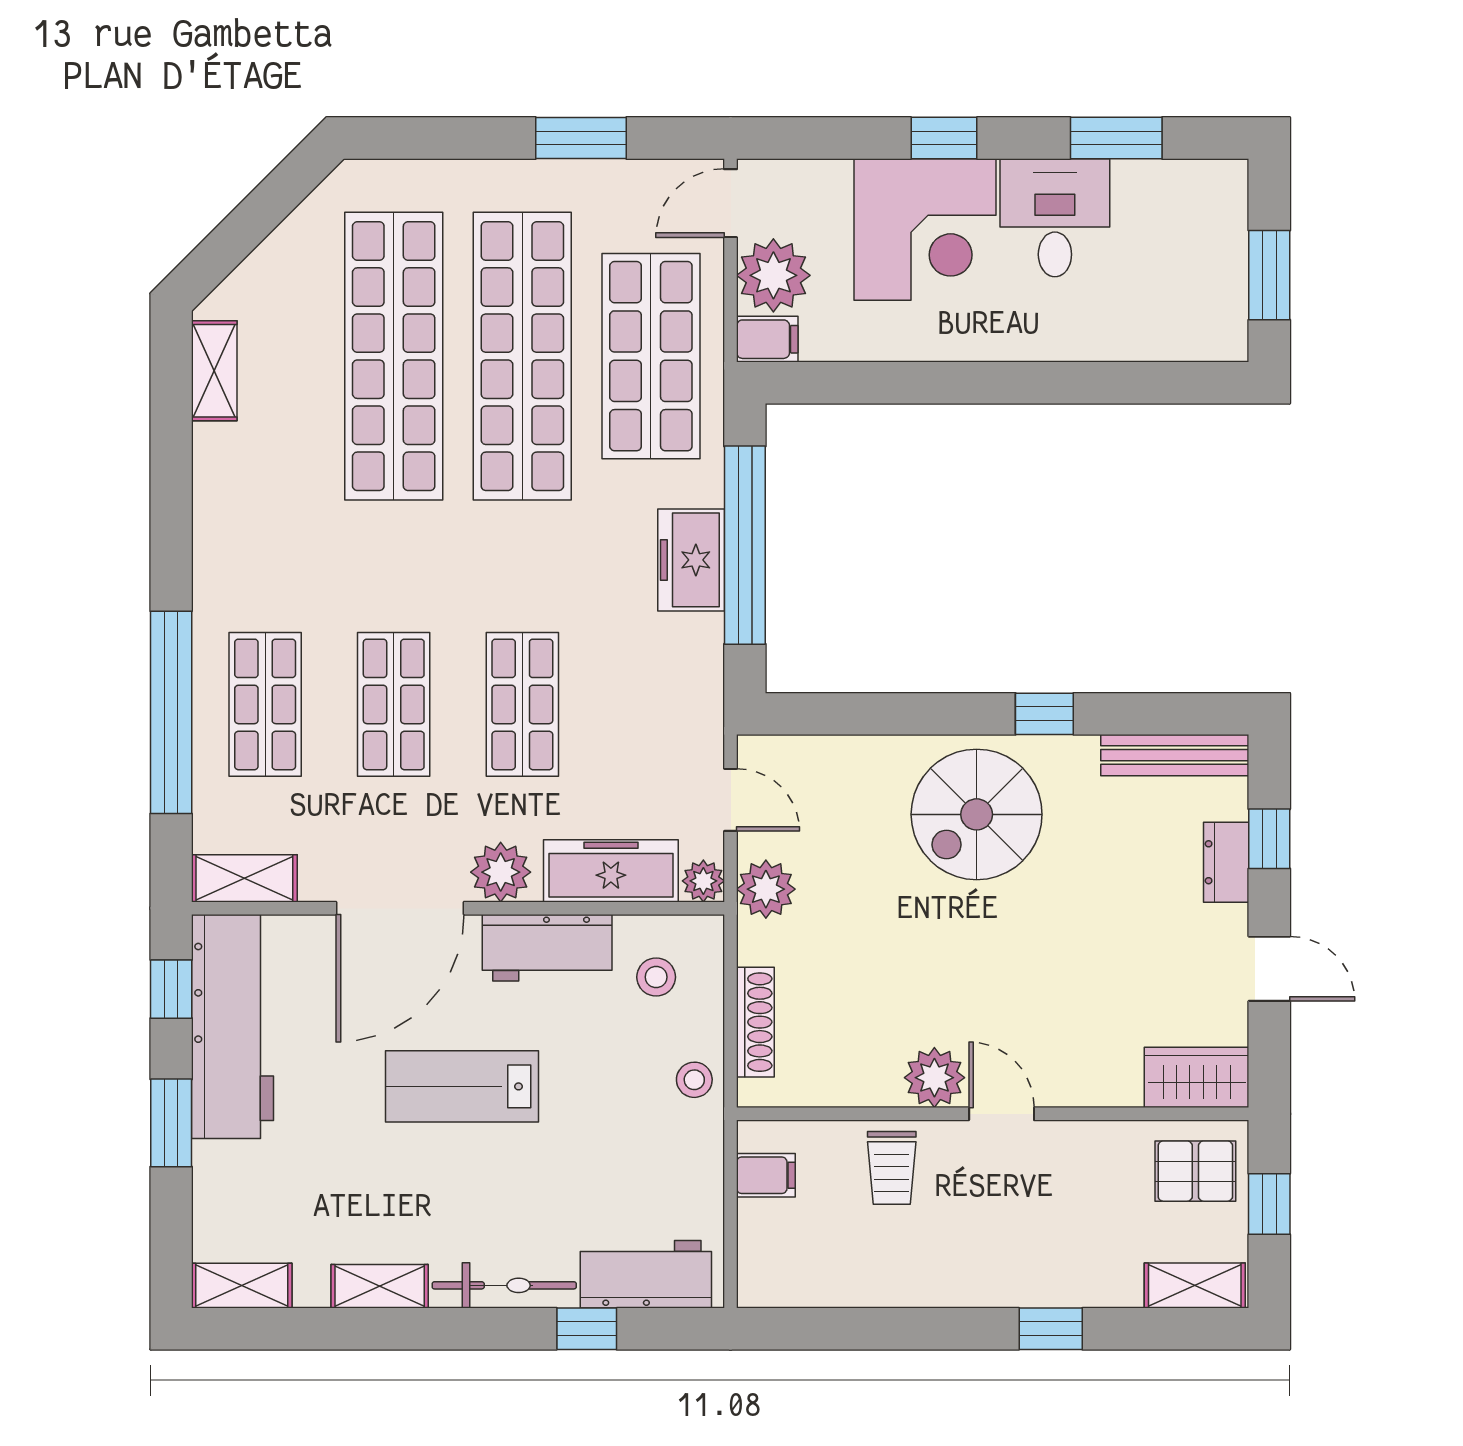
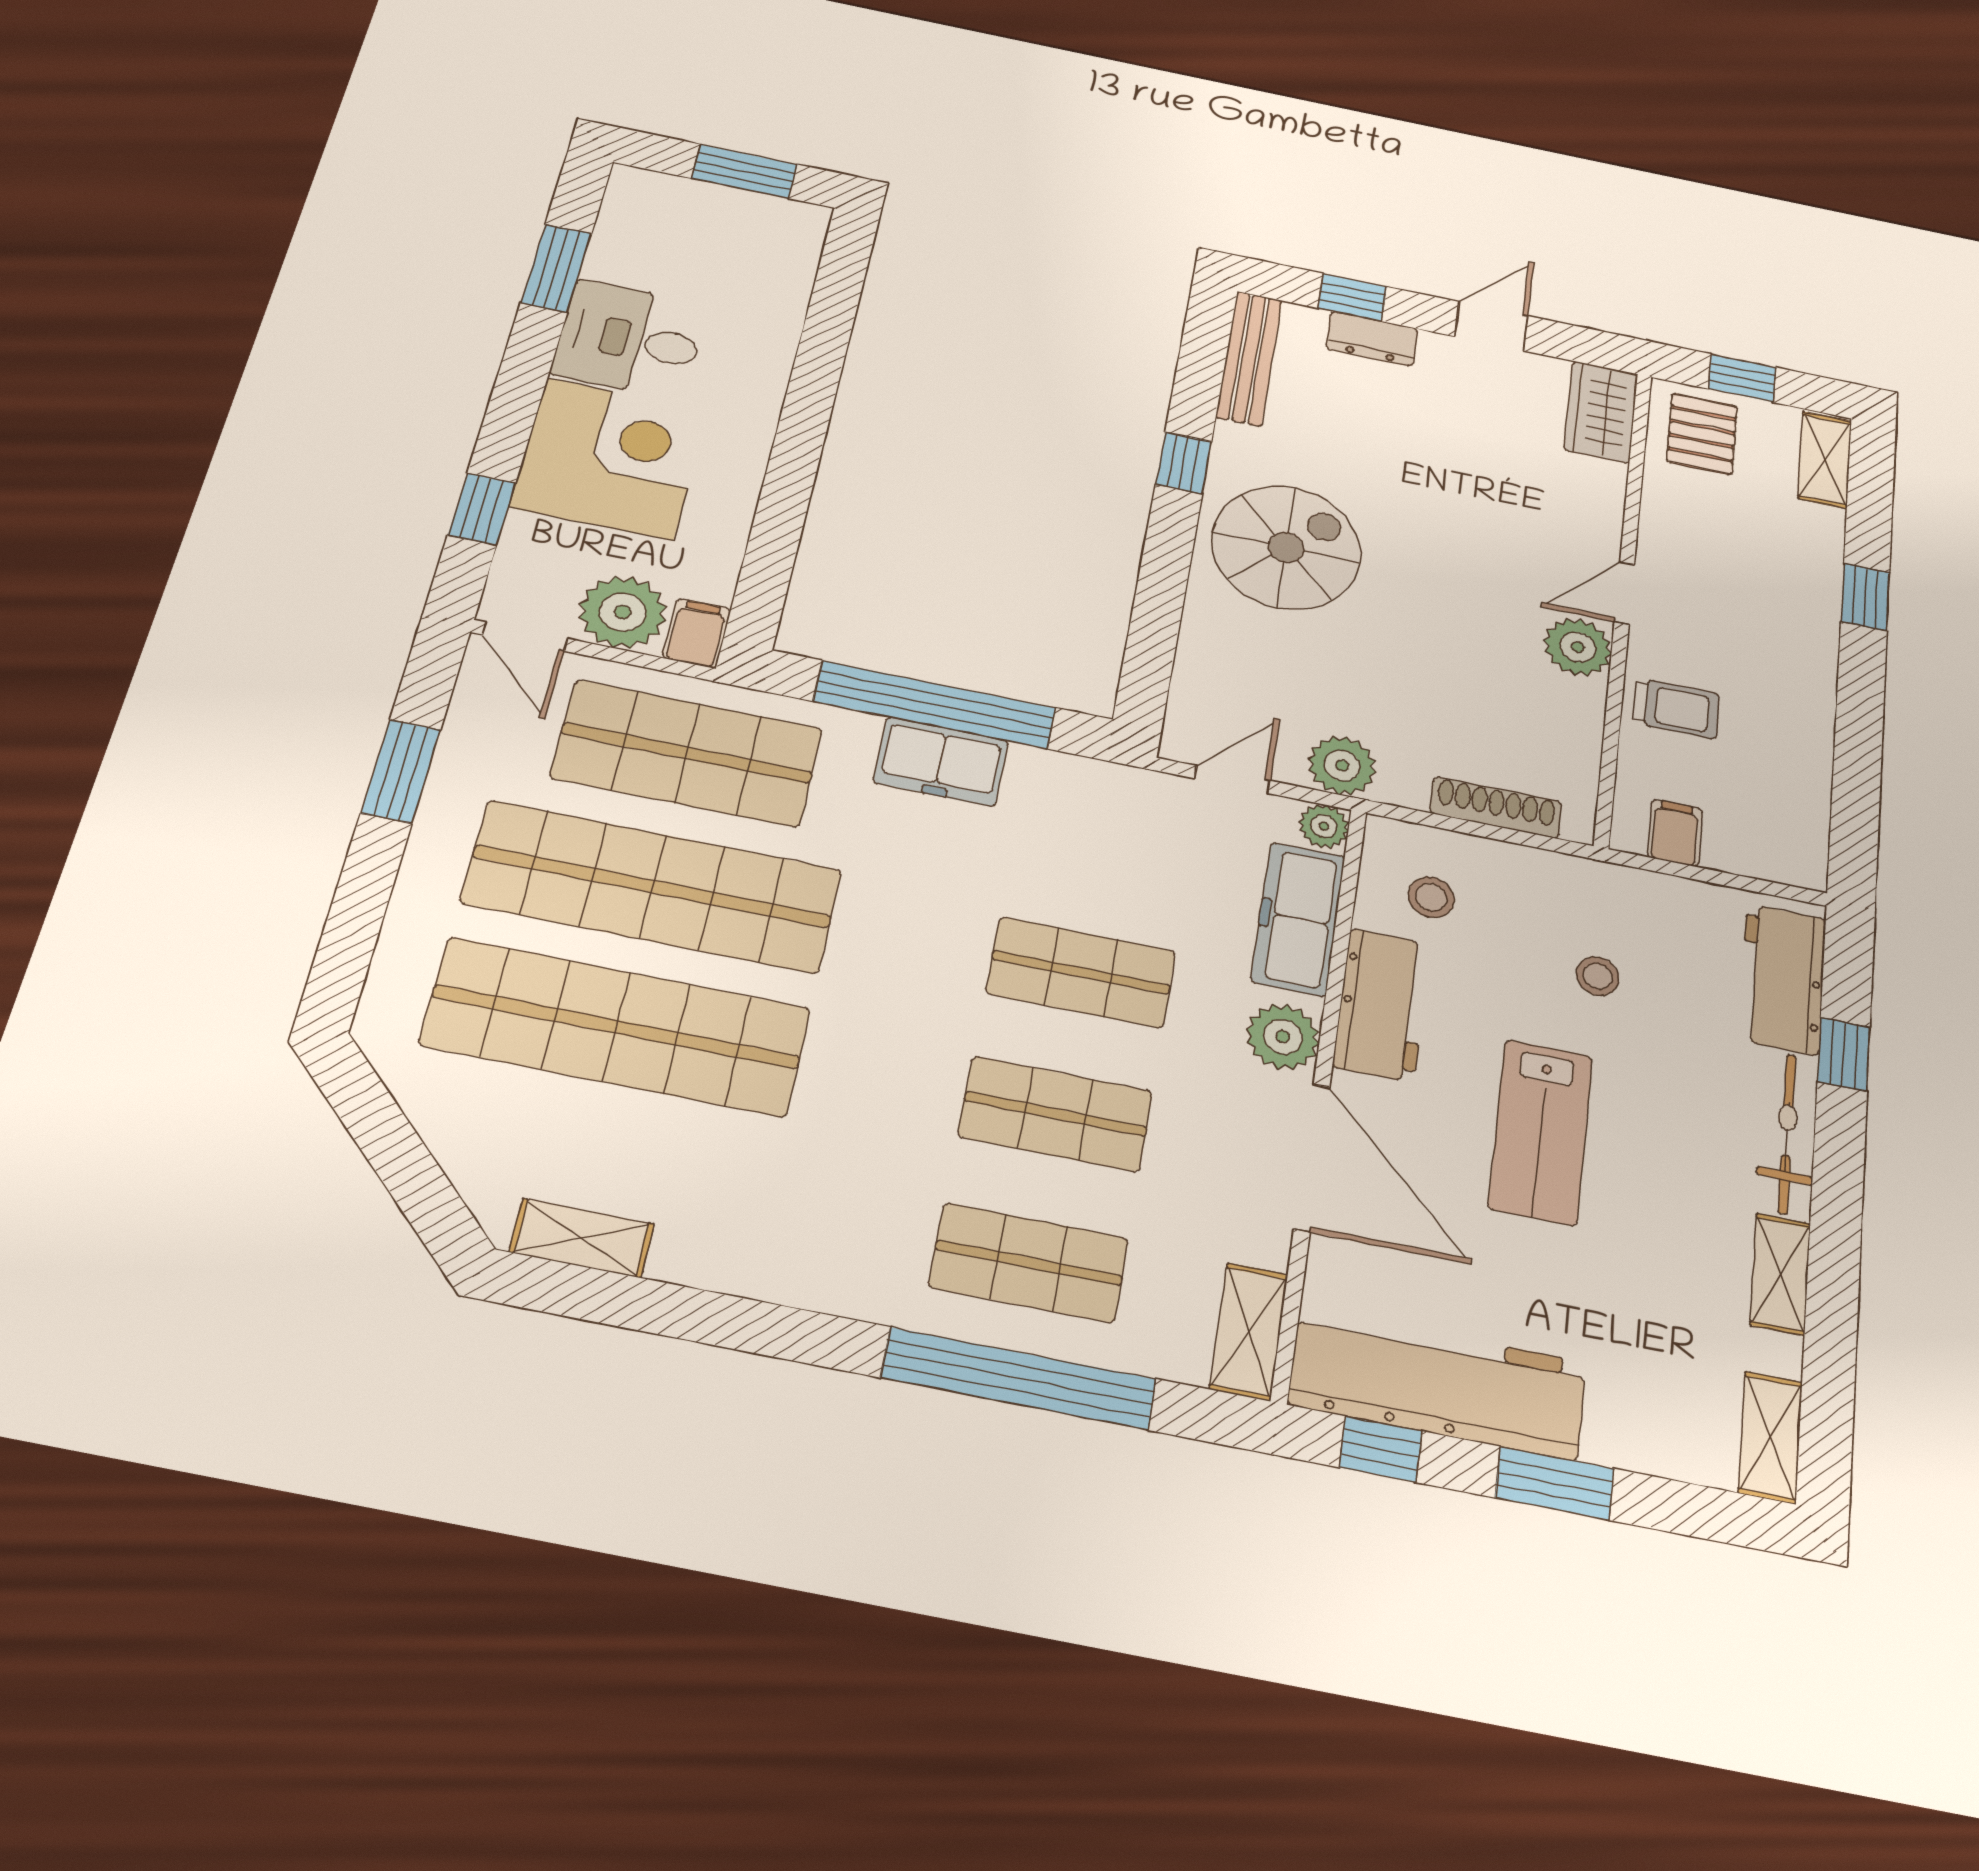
window: (944, 138) -> (482, 509), moved
spiral stairs: (977, 814) -> (1286, 547), turned -90
stool: (694, 1080) -> (1598, 976), moved

